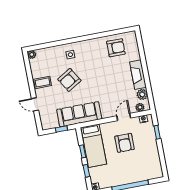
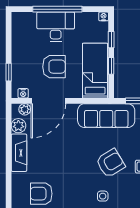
door: (124, 117) -> (48, 101), width x1.87
armchair: (125, 143) -> (54, 67), turned 90
desk: (129, 172) -> (56, 27), added

